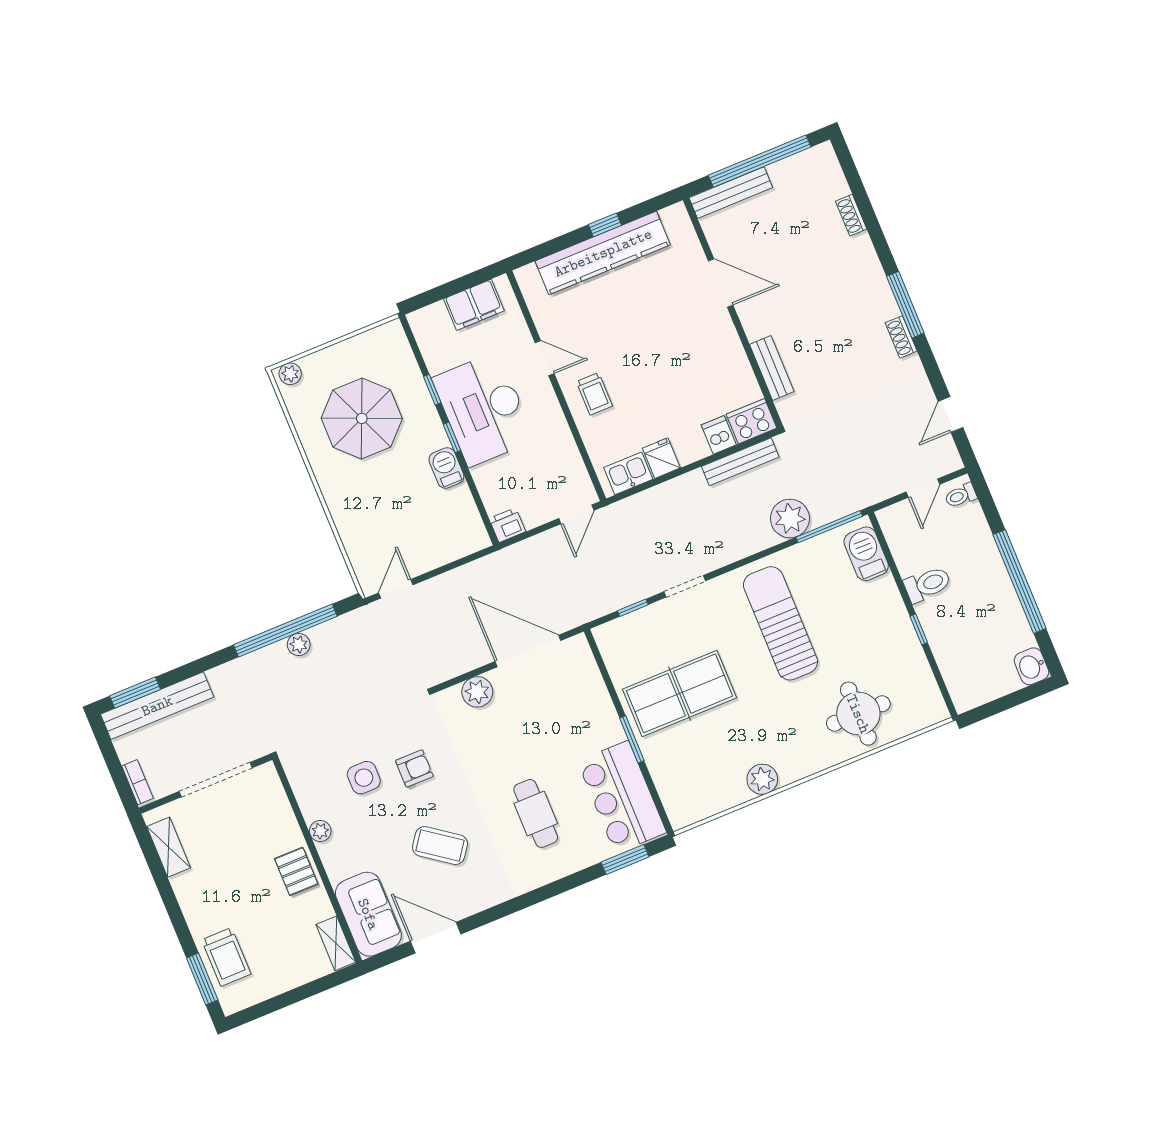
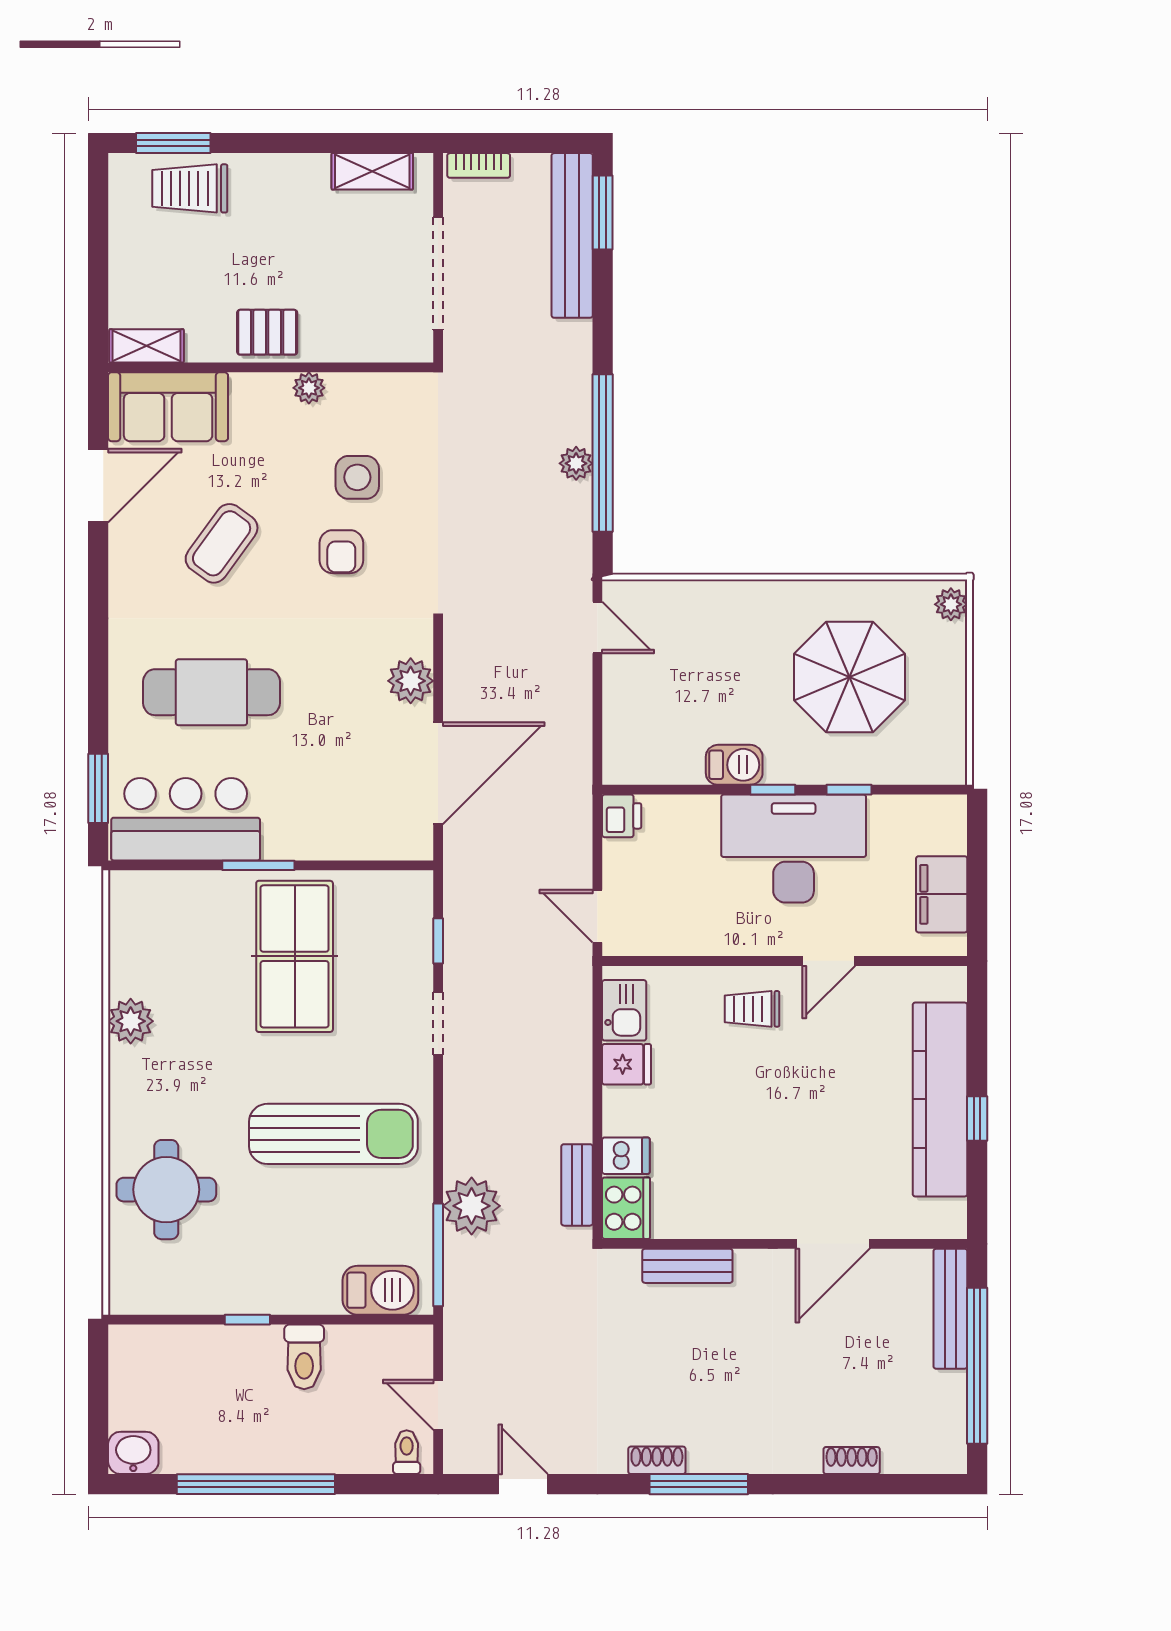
bench: (740, 462) -> (577, 1185), width x0.73
cafe table: (536, 813) -> (211, 692), width x1.37, depth x1.35

